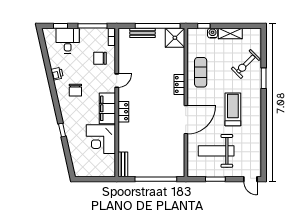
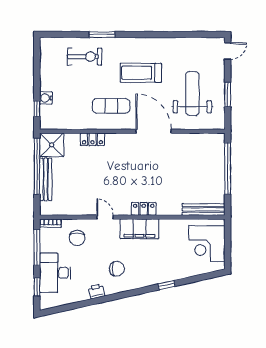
bench: (143, 33) -> (46, 179), width x1.36
shelving: (230, 33) -> (46, 76), removed
desk: (68, 41) -> (55, 273), width x1.37
exercise bike: (246, 64) -> (84, 57), turned -45
exercise mat: (201, 72) -> (111, 106), moved
locker: (179, 84) -> (92, 139), moved
corner desk: (101, 139) -> (207, 244), moved, turned 90
weight bench: (216, 151) -> (192, 93), turned 180
bench: (123, 164) -> (203, 209), width x1.36

